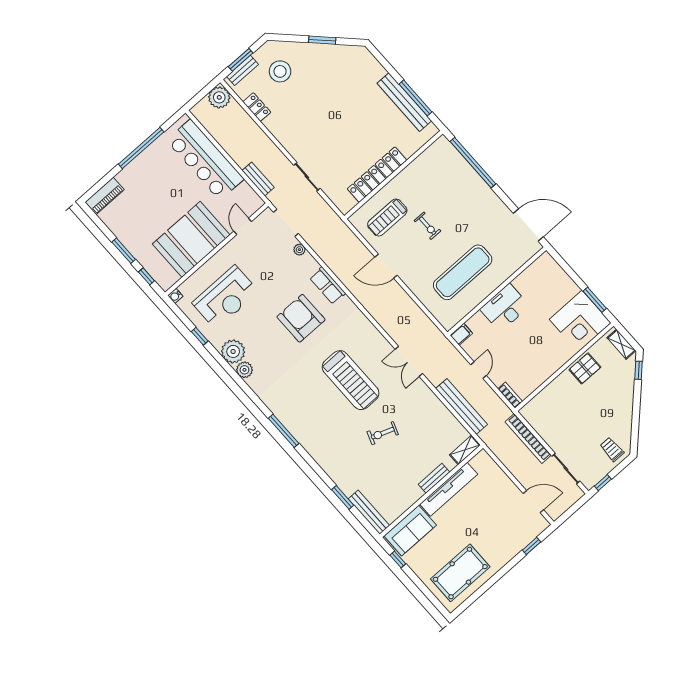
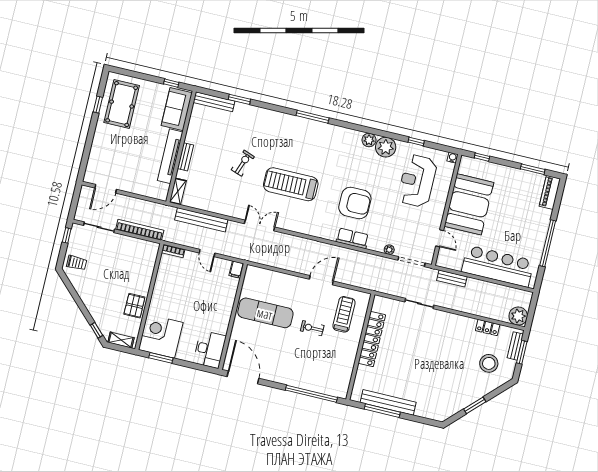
door: (528, 225) -> (243, 377), swing flipped
window: (124, 251) -> (533, 169), moved
exercise mat: (463, 272) -> (265, 313), turned 90
desk: (505, 308) -> (210, 349), moved
window: (532, 546) -> (98, 105), moved

